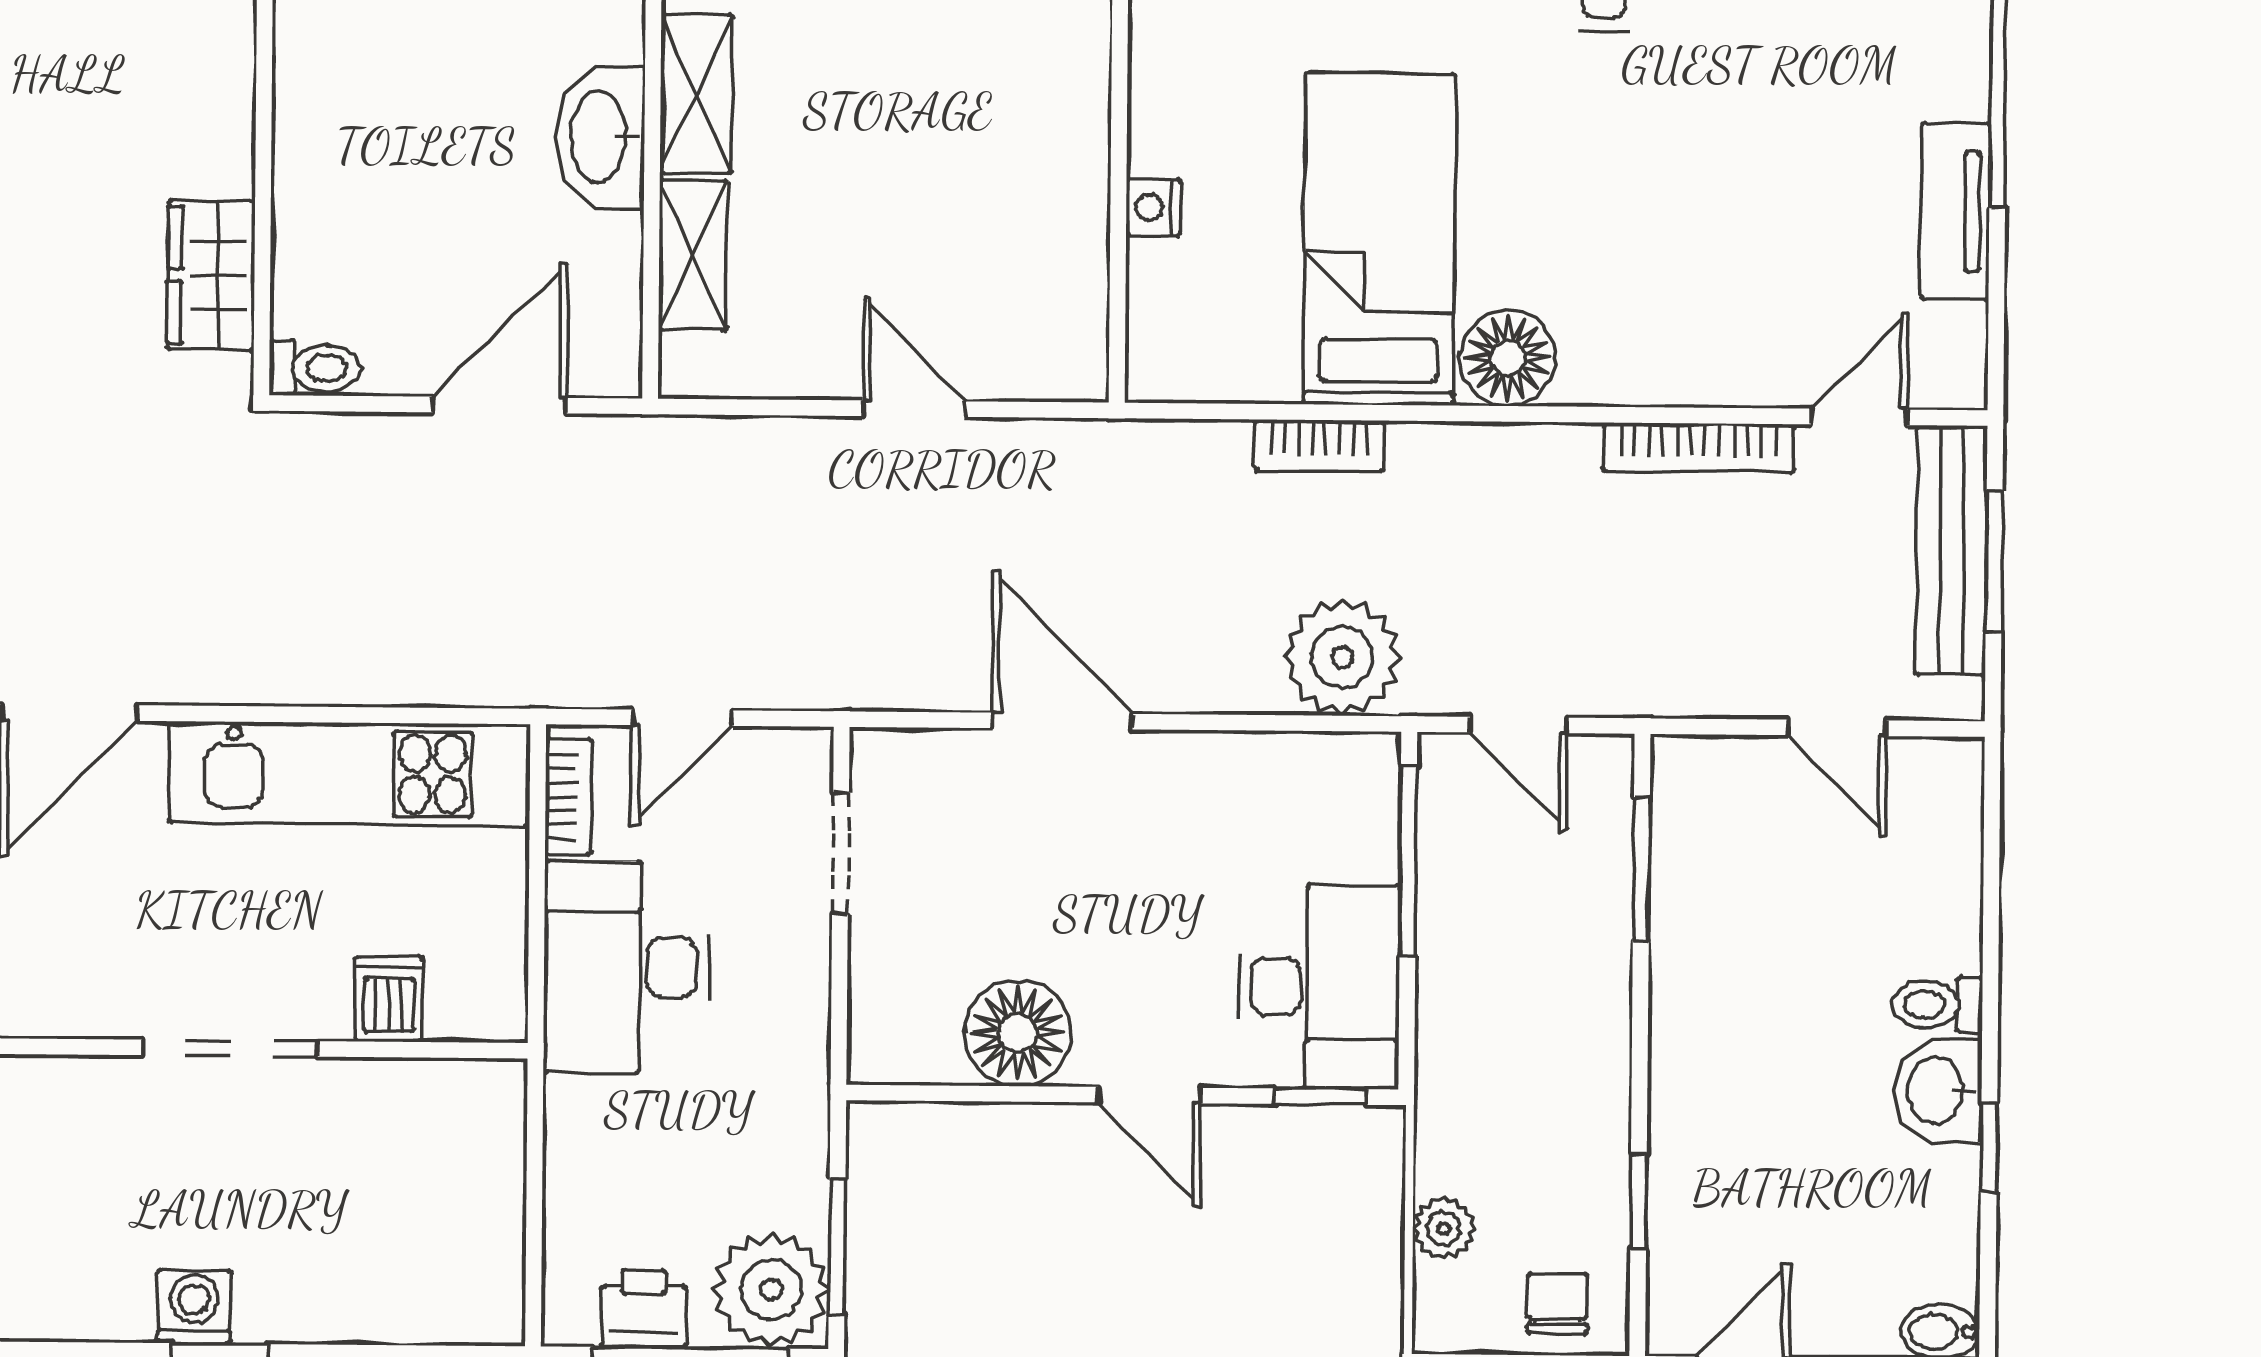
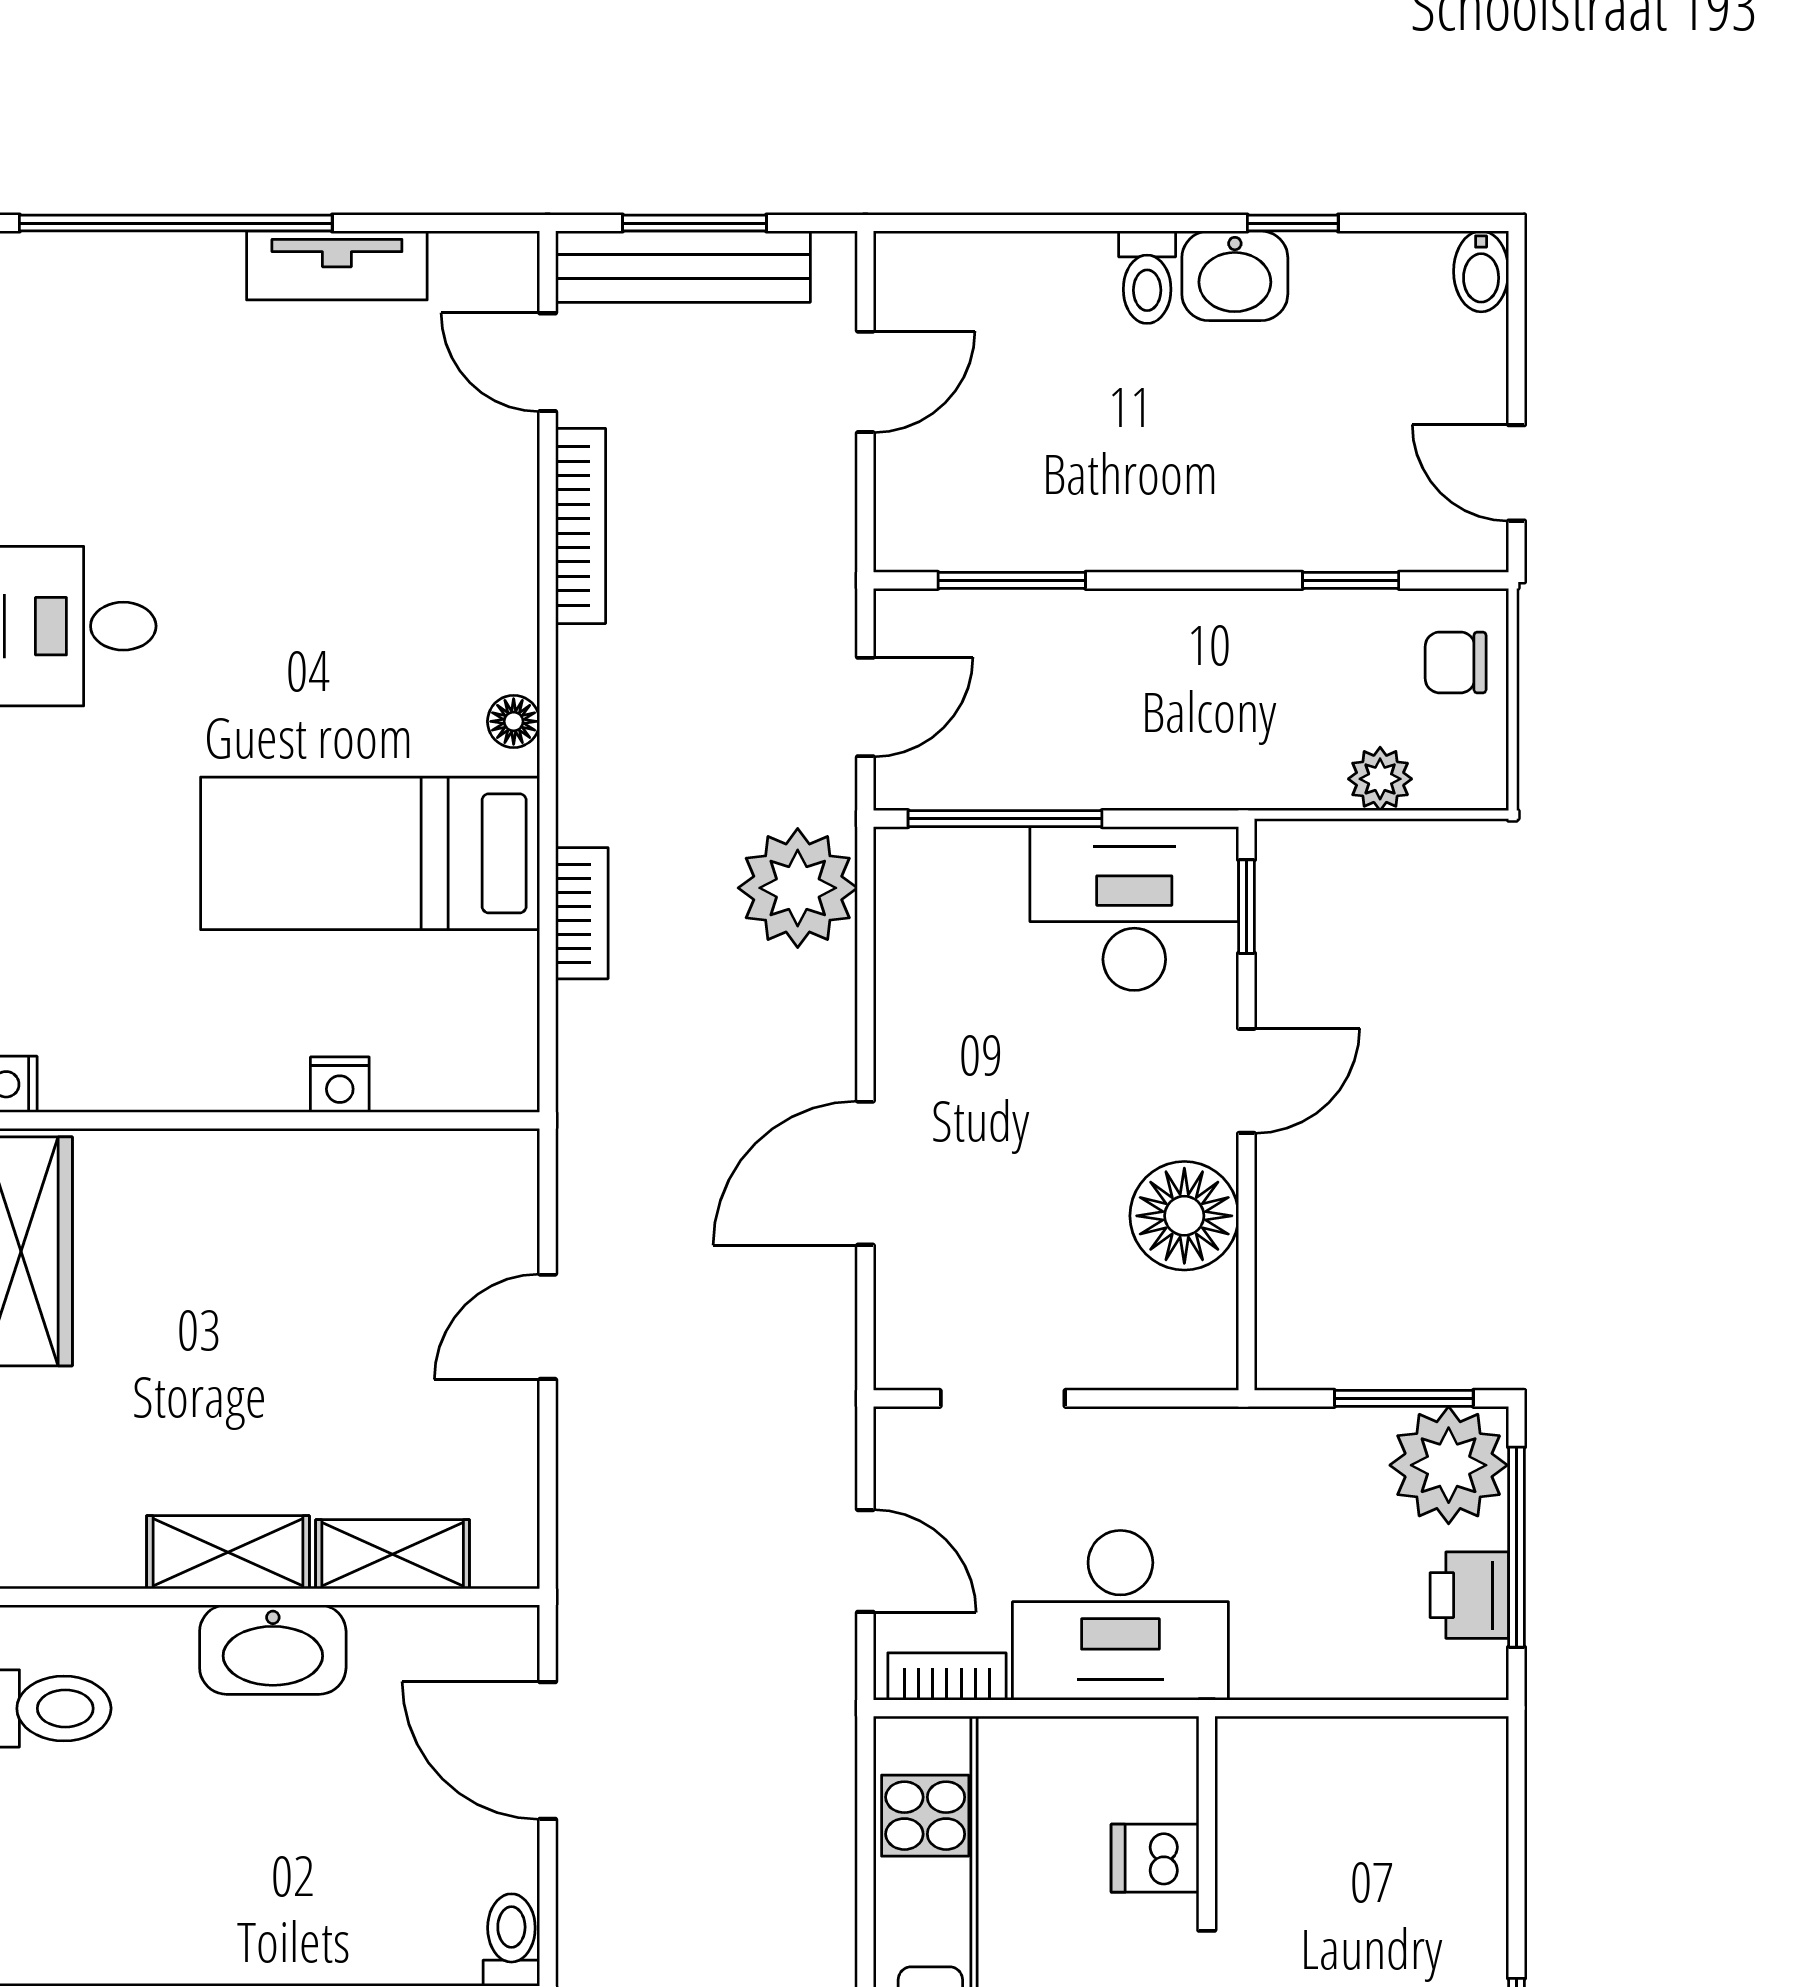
floor lamp: (1508, 358) -> (514, 721), width x0.53, depth x0.53

